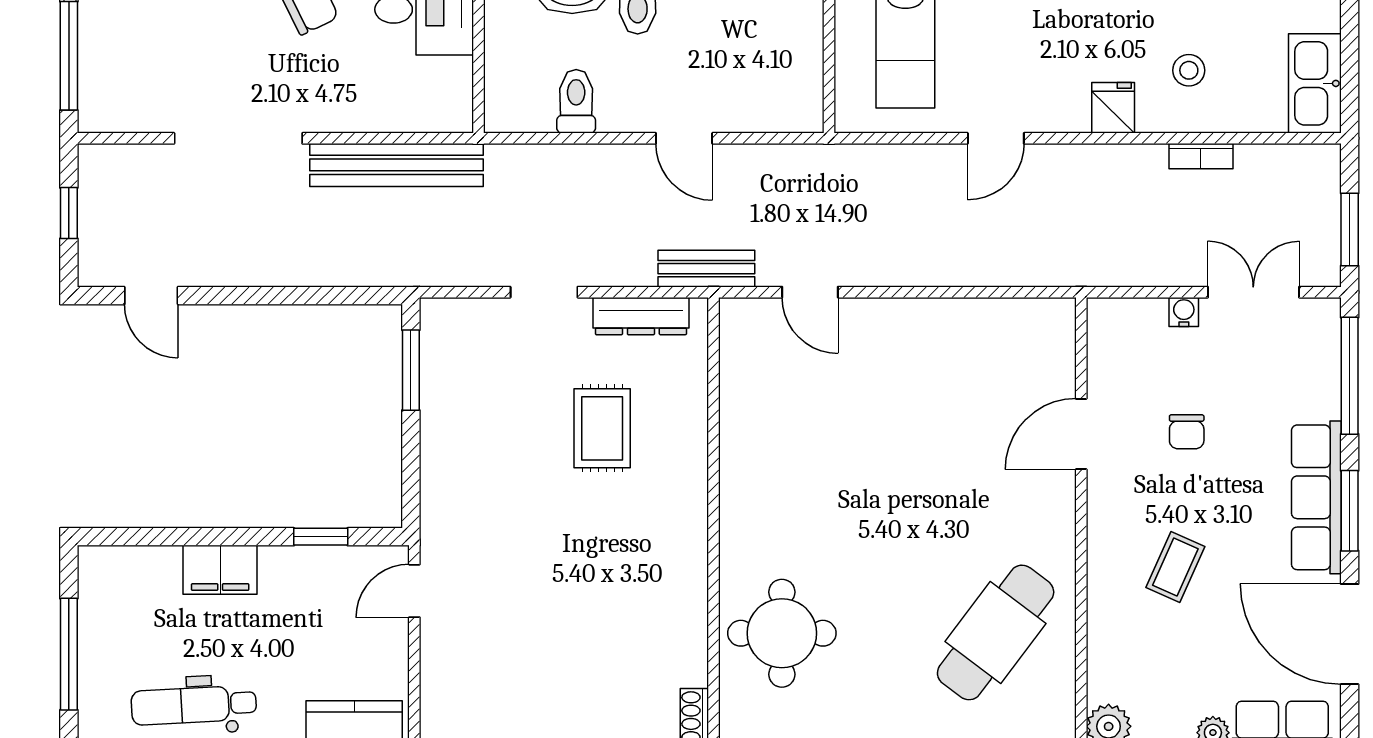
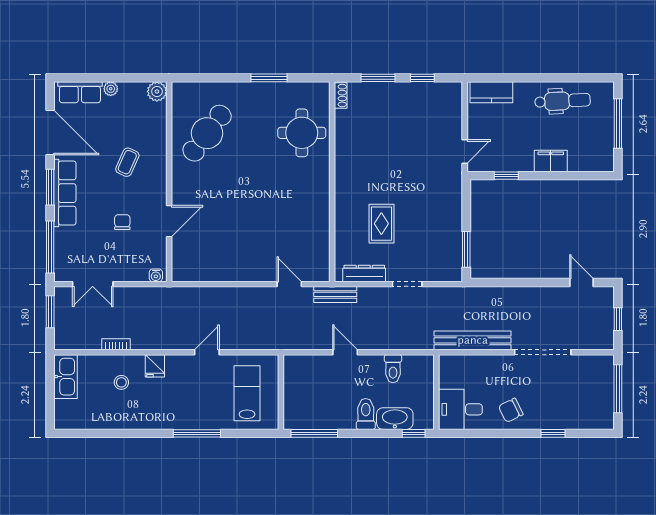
water cooler: (1184, 312) -> (156, 275), moved

